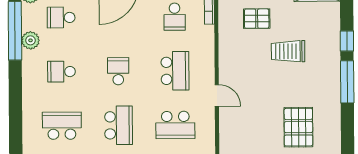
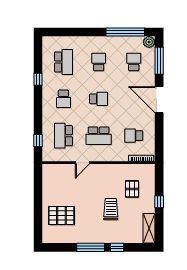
plant: (30, 40) -> (119, 42), removed
school desk: (119, 125) -> (63, 99), width x0.54

